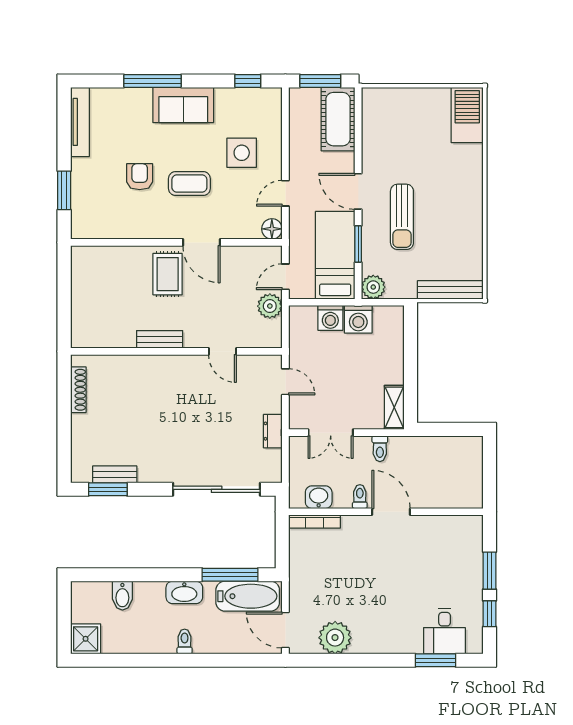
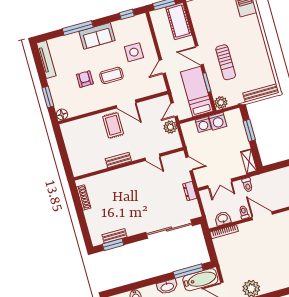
floor lamp: (272, 229) -> (62, 114), moved
window: (410, 352) -> (249, 130), added

